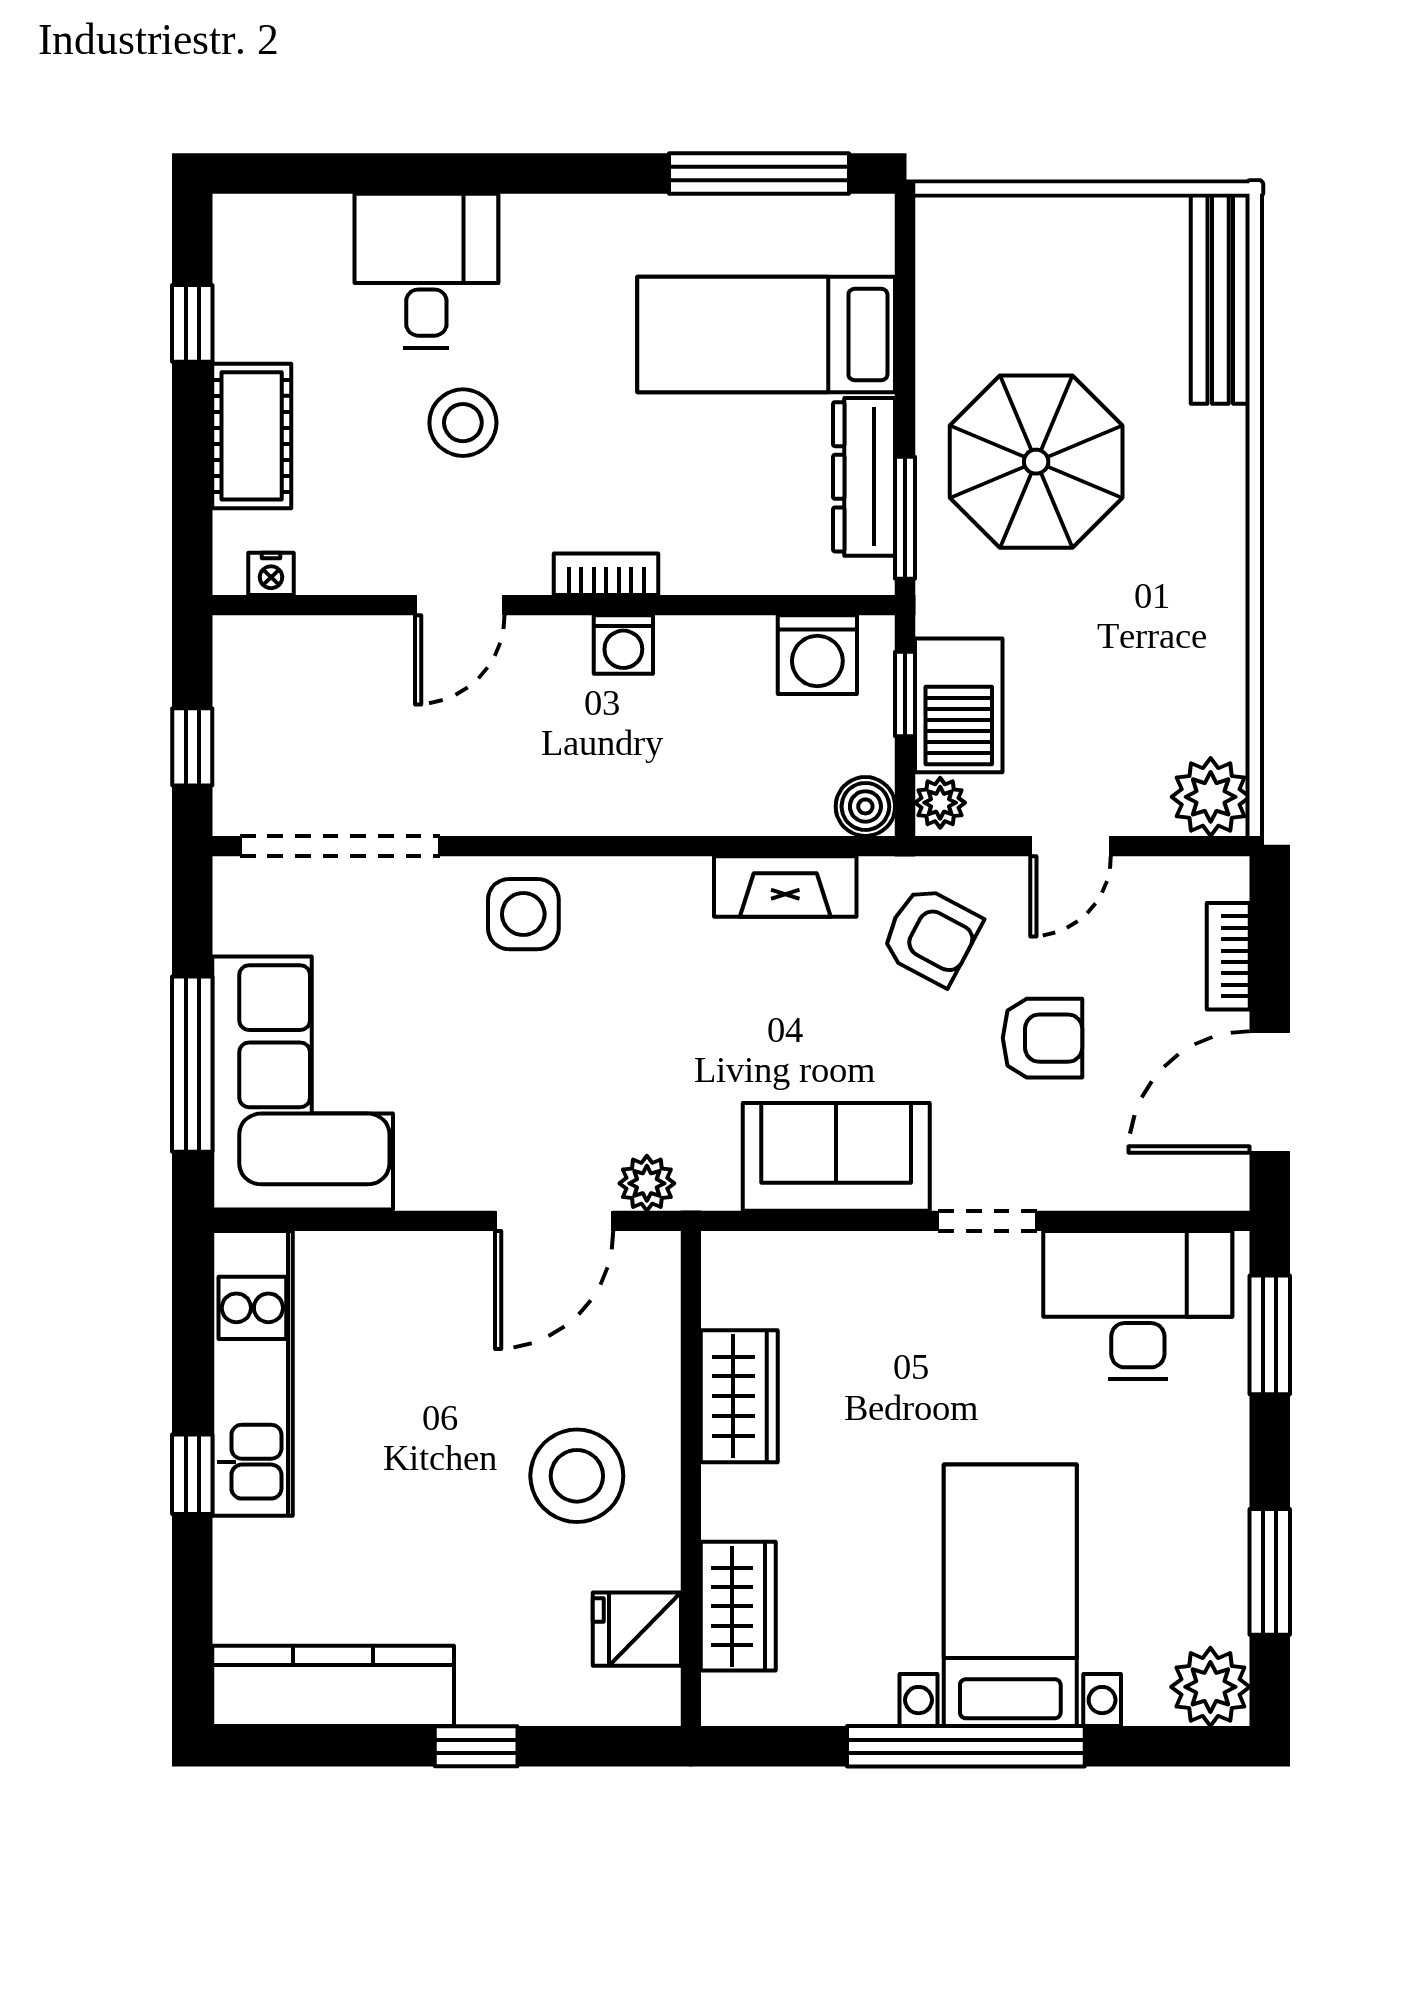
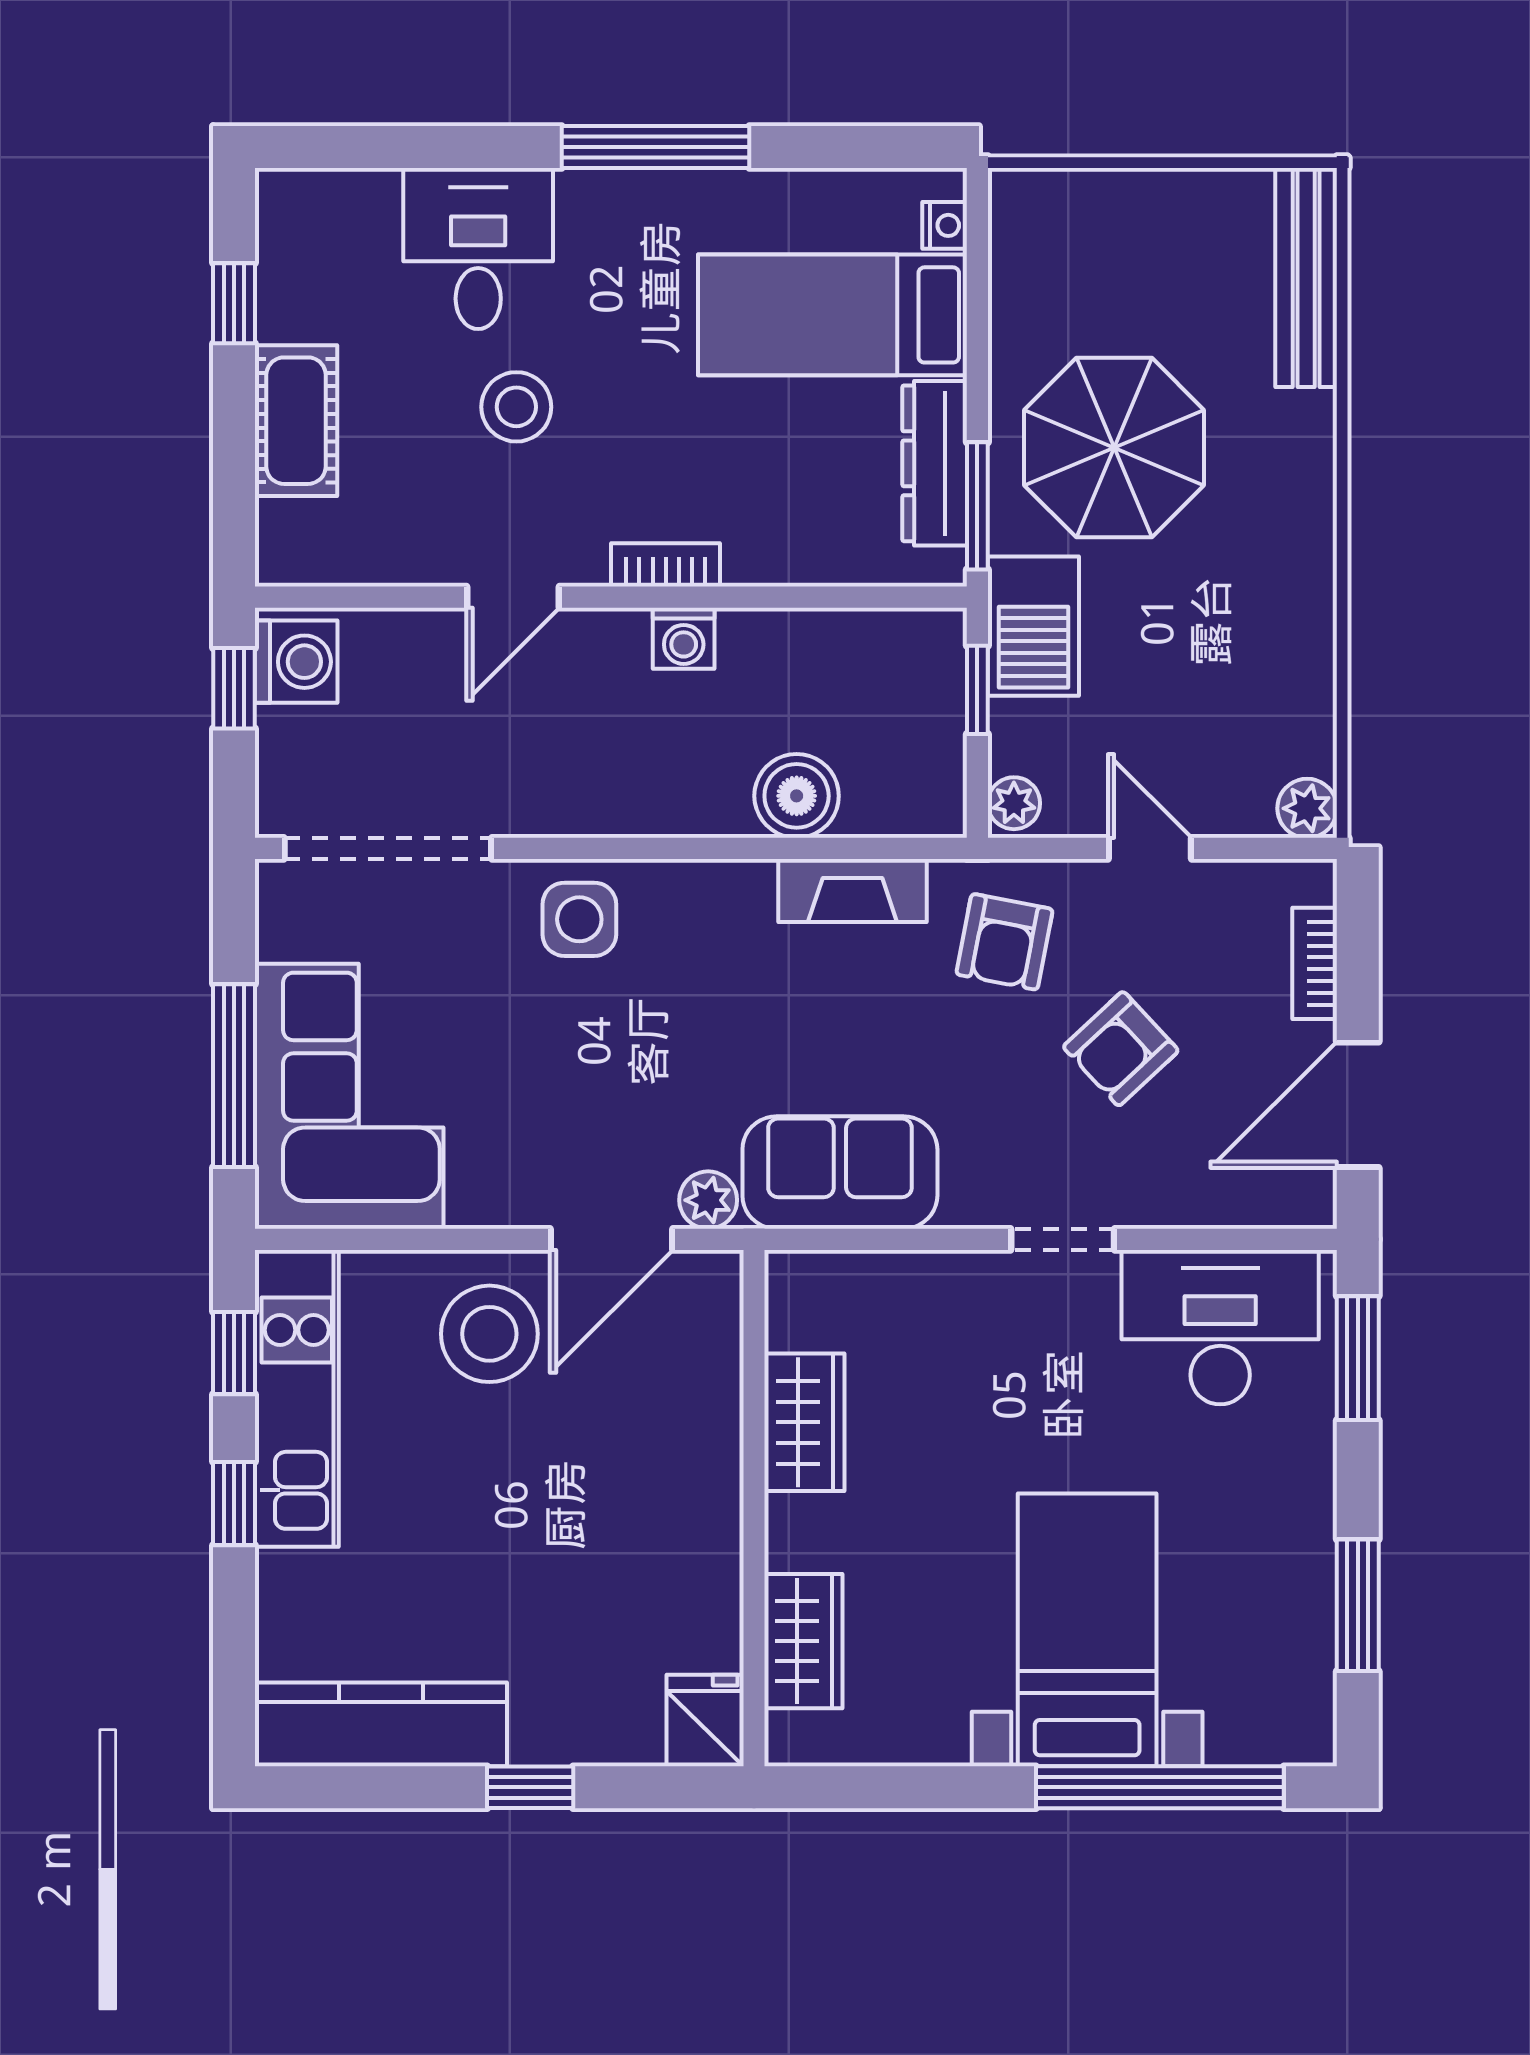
window: (759, 173) -> (656, 147), moved
nightstand: (271, 574) -> (945, 225), moved, turned -90
washing machine: (817, 655) -> (296, 662), moved, turned -90
barbecue: (959, 705) -> (1033, 626), moved
window: (192, 747) -> (234, 688), moved
plant: (1211, 797) -> (1307, 808), width x0.73, depth x0.73
boiler: (865, 806) -> (797, 796), moved, width x1.36, depth x1.36
door: (1071, 846) -> (1150, 848), swing flipped
armchair: (931, 936) -> (1004, 942), turned 73
armchair: (1043, 1038) -> (1121, 1049), turned 137
sofa: (836, 1157) -> (840, 1173), moved
window: (192, 1330) -> (234, 1353), added
stool: (577, 1476) -> (489, 1334), moved
fridge: (637, 1629) -> (705, 1720), moved, turned 90
plant: (1210, 1687) -> (1296, 1725), removed
window: (966, 1746) -> (1160, 1787), moved

